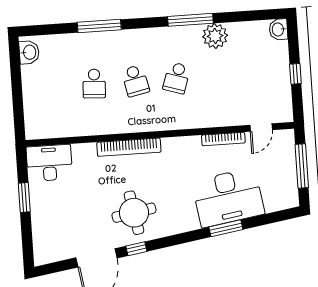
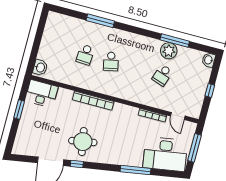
window: (190, 20) -> (175, 41), moved
washbasin: (29, 52) -> (40, 68), moved
school desk: (177, 78) -> (162, 75), moved
door: (261, 128) -> (178, 116), hinge flipped
desk: (228, 198) -> (165, 154), moved
window: (226, 228) -> (135, 170), width x1.44

